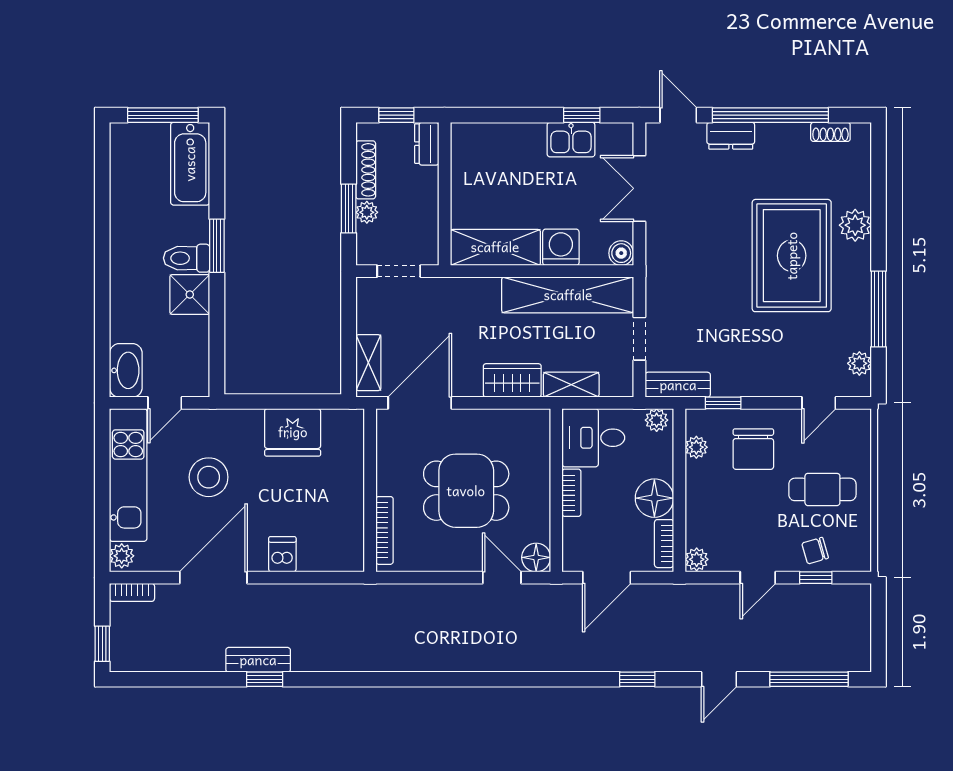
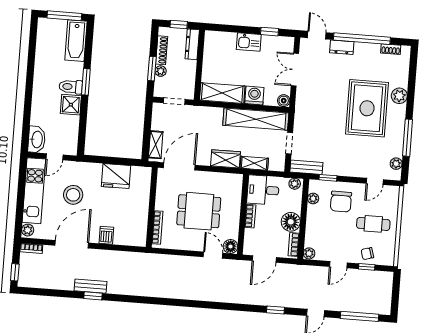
kitchen sink: (571, 140) -> (249, 42), moved
dresser: (427, 144) -> (192, 44), width x1.44

